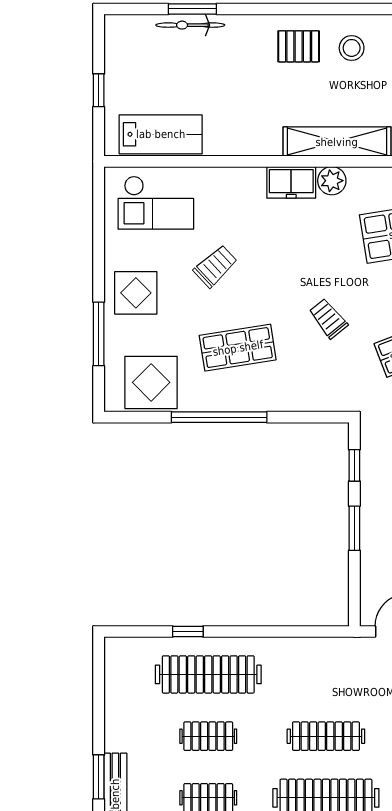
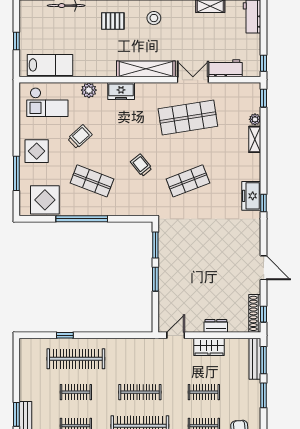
pallet: (299, 46) -> (113, 21), moved
plant: (332, 181) -> (89, 90), moved
shop shelf: (238, 348) -> (92, 181), turned 30
window: (354, 465) -> (155, 245), width x1.50

